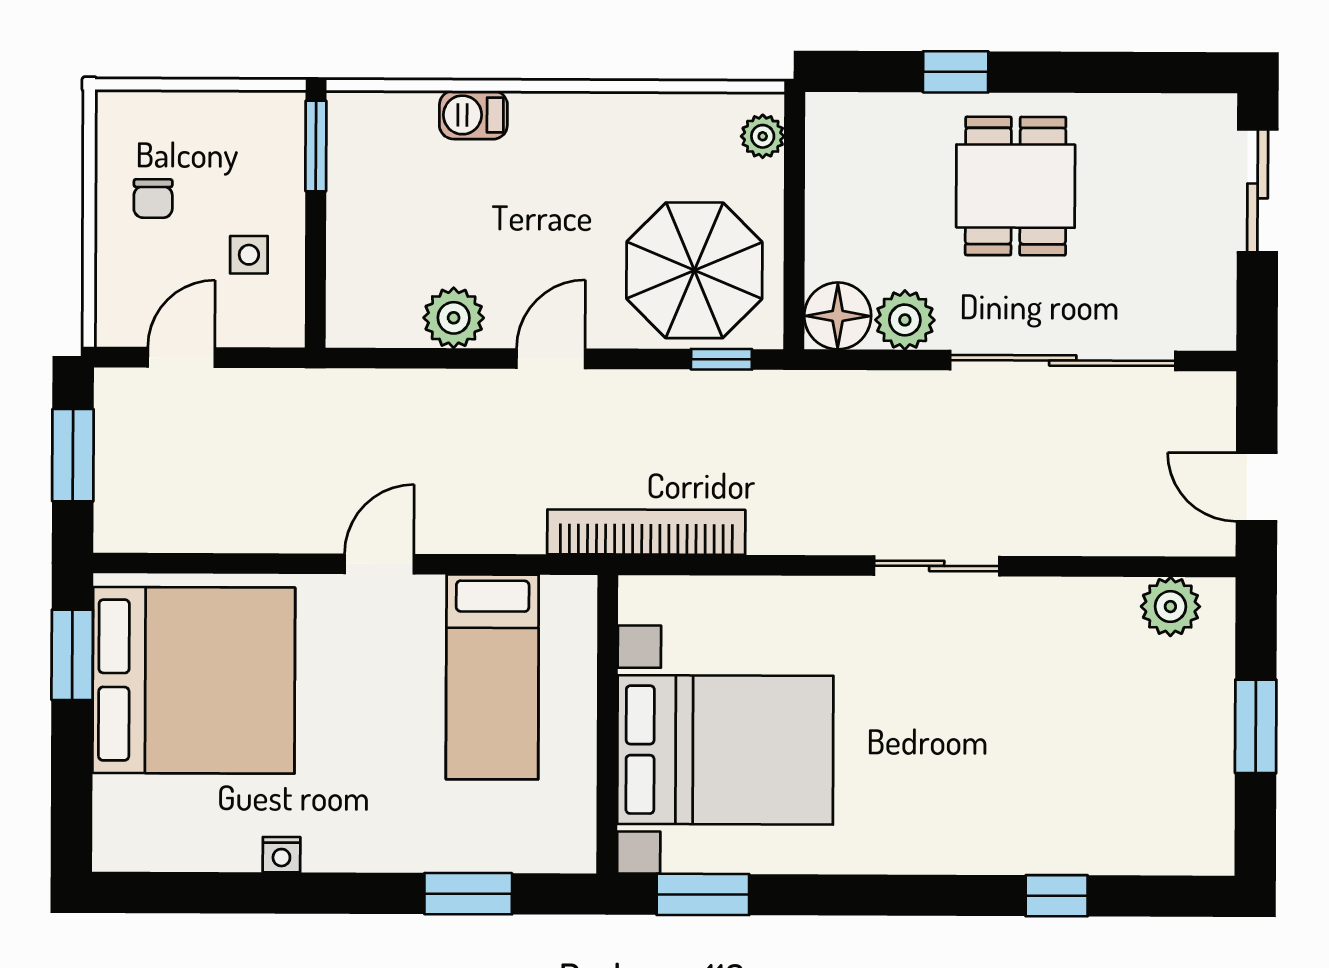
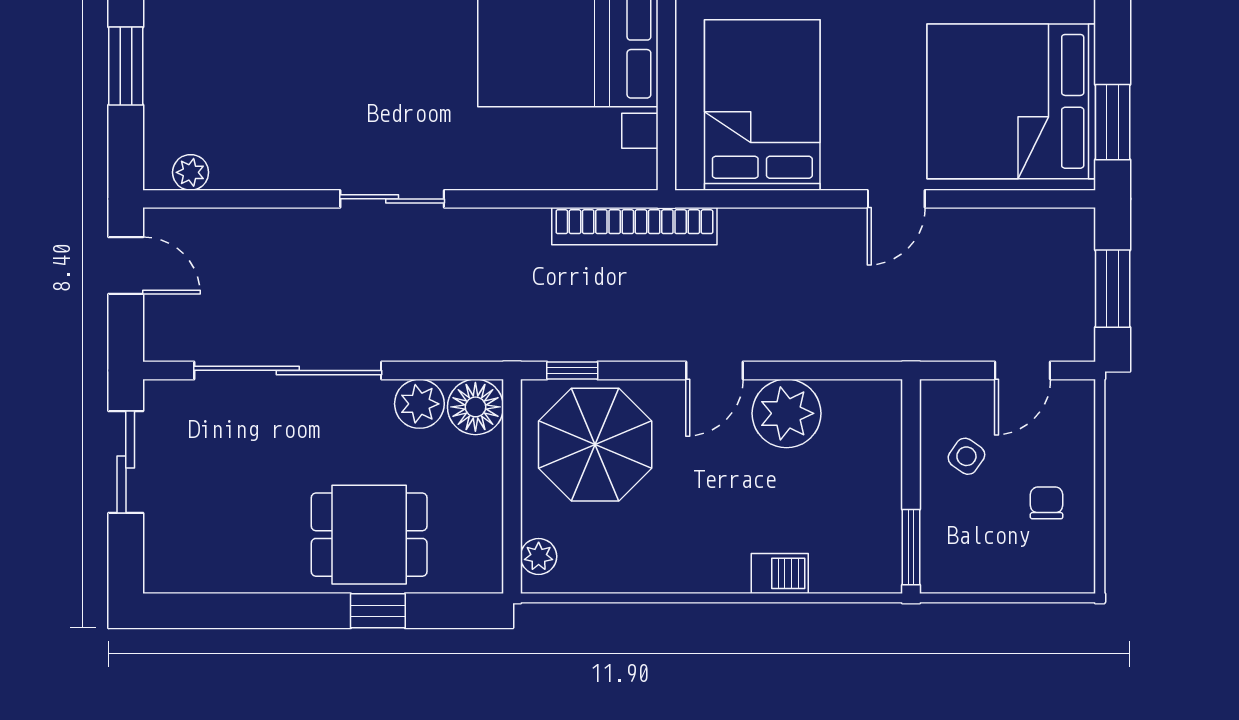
dining table: (1016, 186) -> (369, 535), moved, turned 90
sliding door: (1258, 191) -> (126, 462), moved
side table: (249, 255) -> (966, 456), turned 35
plant: (454, 318) -> (786, 413), width x1.36, depth x1.36
door: (379, 564) -> (896, 199), moved
plant: (1170, 607) -> (191, 172), width x0.73, depth x0.73
bed: (492, 677) -> (762, 105), width x1.50

